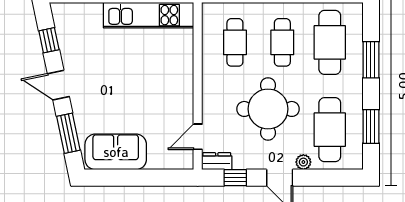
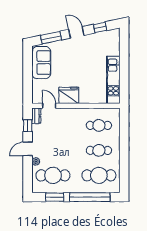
window: (371, 60) -> (90, 197), width x2.11
door: (58, 85) -> (76, 32), hinge flipped
fridge: (178, 99) -> (69, 95), added
round table: (268, 109) -> (64, 143), removed

